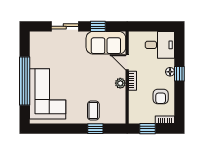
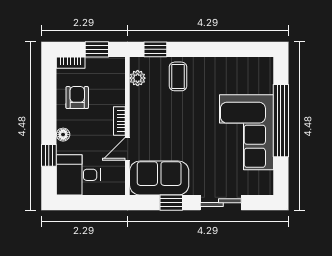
door: (127, 62) -> (127, 149), swing flipped
window: (179, 74) -> (49, 155), moved
plant: (120, 83) -> (138, 78), moved
corner sofa: (48, 94) -> (246, 132), moved
window: (95, 129) -> (155, 49), moved

